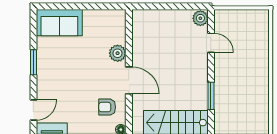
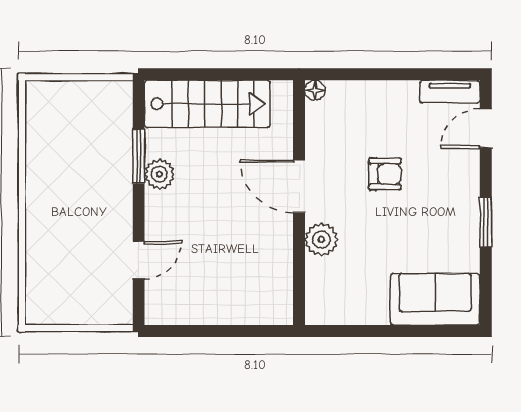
plant: (200, 18) -> (159, 174), moved
door: (211, 43) -> (139, 260), swing flipped
armchair: (107, 107) -> (385, 174), moved

